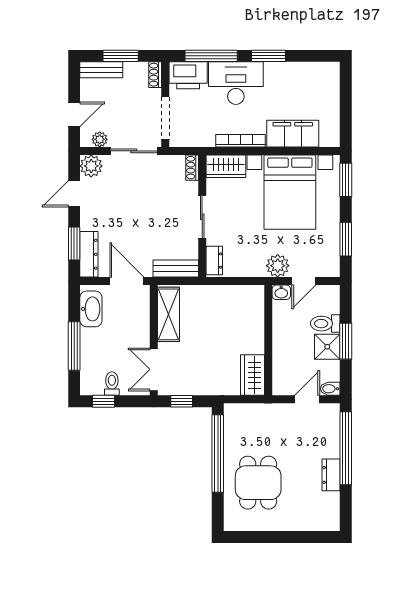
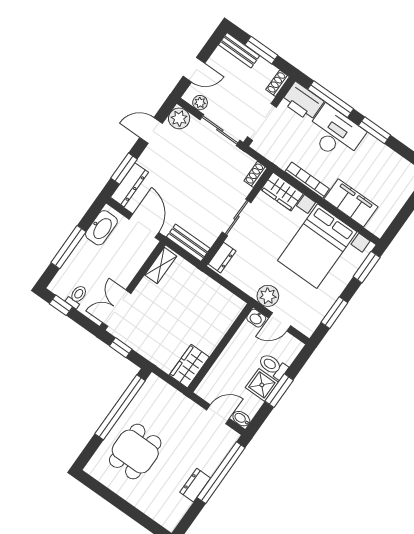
shelving: (169, 314) -> (161, 266), width x0.67, depth x0.75

